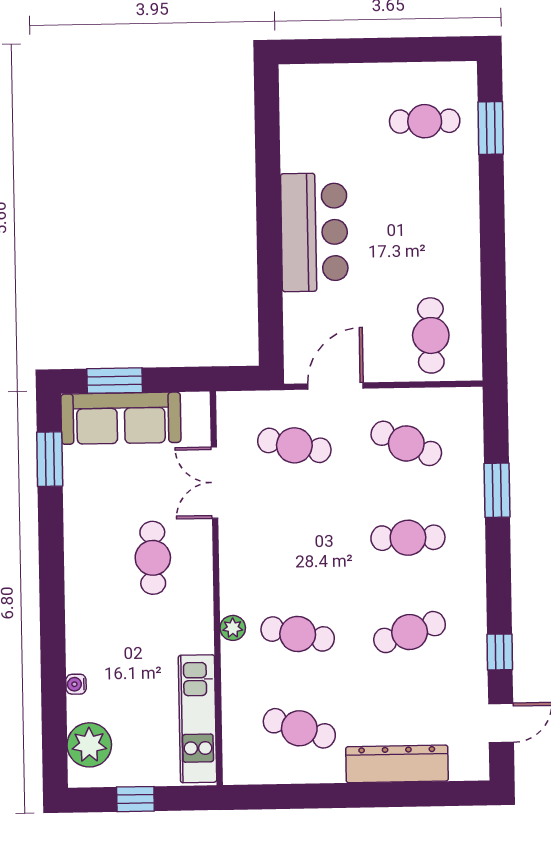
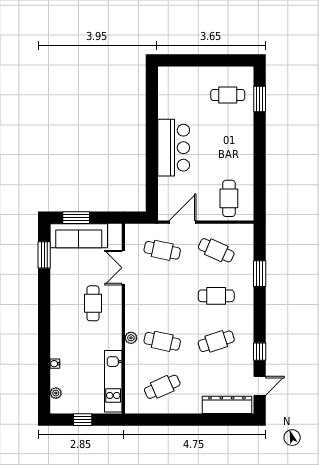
cafe table: (299, 728) -> (162, 387), turned -42
plant: (89, 745) -> (56, 393), width x0.53, depth x0.53
dresser: (397, 764) -> (227, 405), moved

